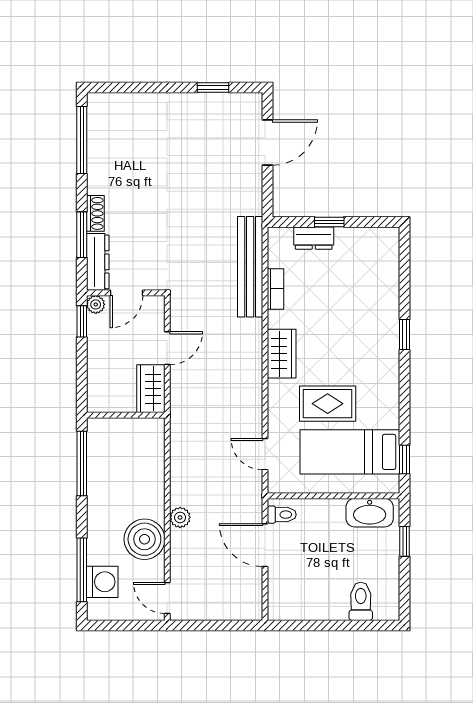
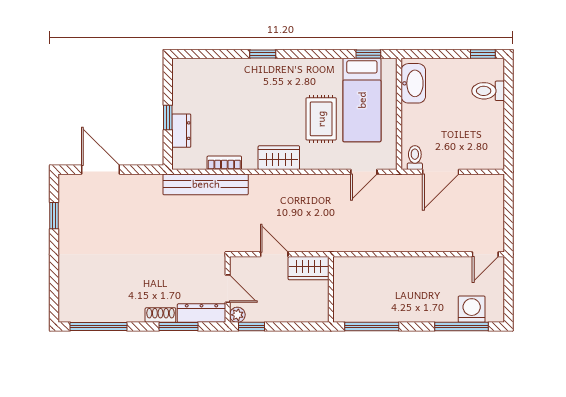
plant: (180, 517) -> (417, 243), removed
boiler: (144, 539) -> (436, 274), removed
window: (404, 541) -> (483, 54), moved

